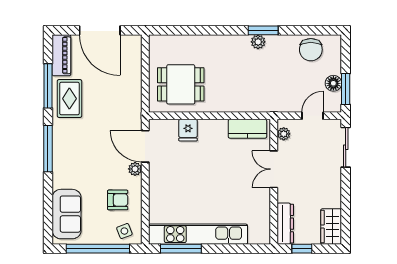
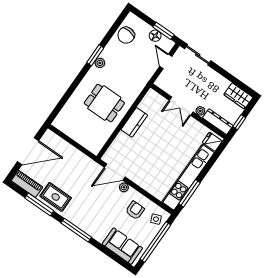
chair: (311, 50) -> (126, 35), turned 96
dining table: (181, 84) -> (104, 103), moved, turned 90
kitchen counter: (247, 129) -> (134, 122), moved
fridge: (188, 130) -> (212, 142), moved, turned 180
plant: (284, 134) -> (200, 111), moved

